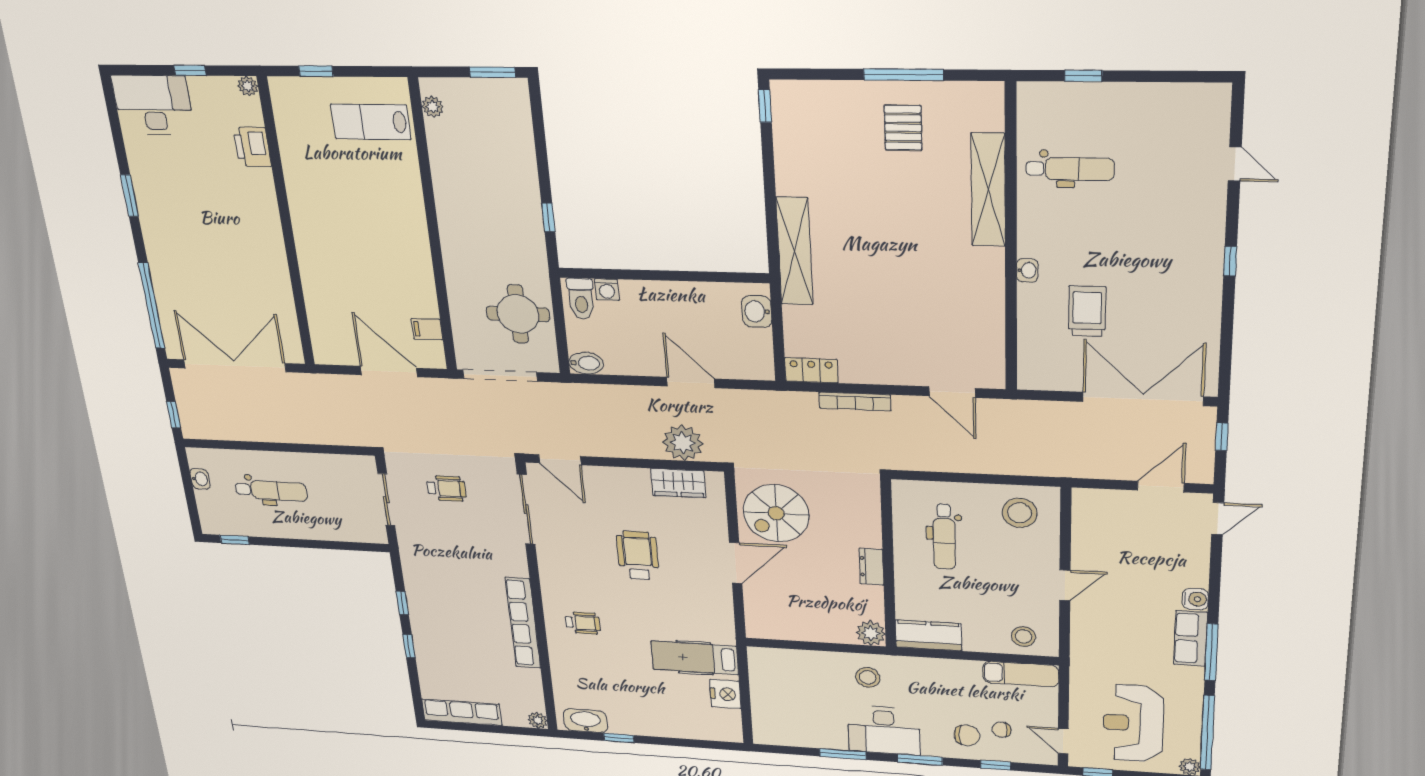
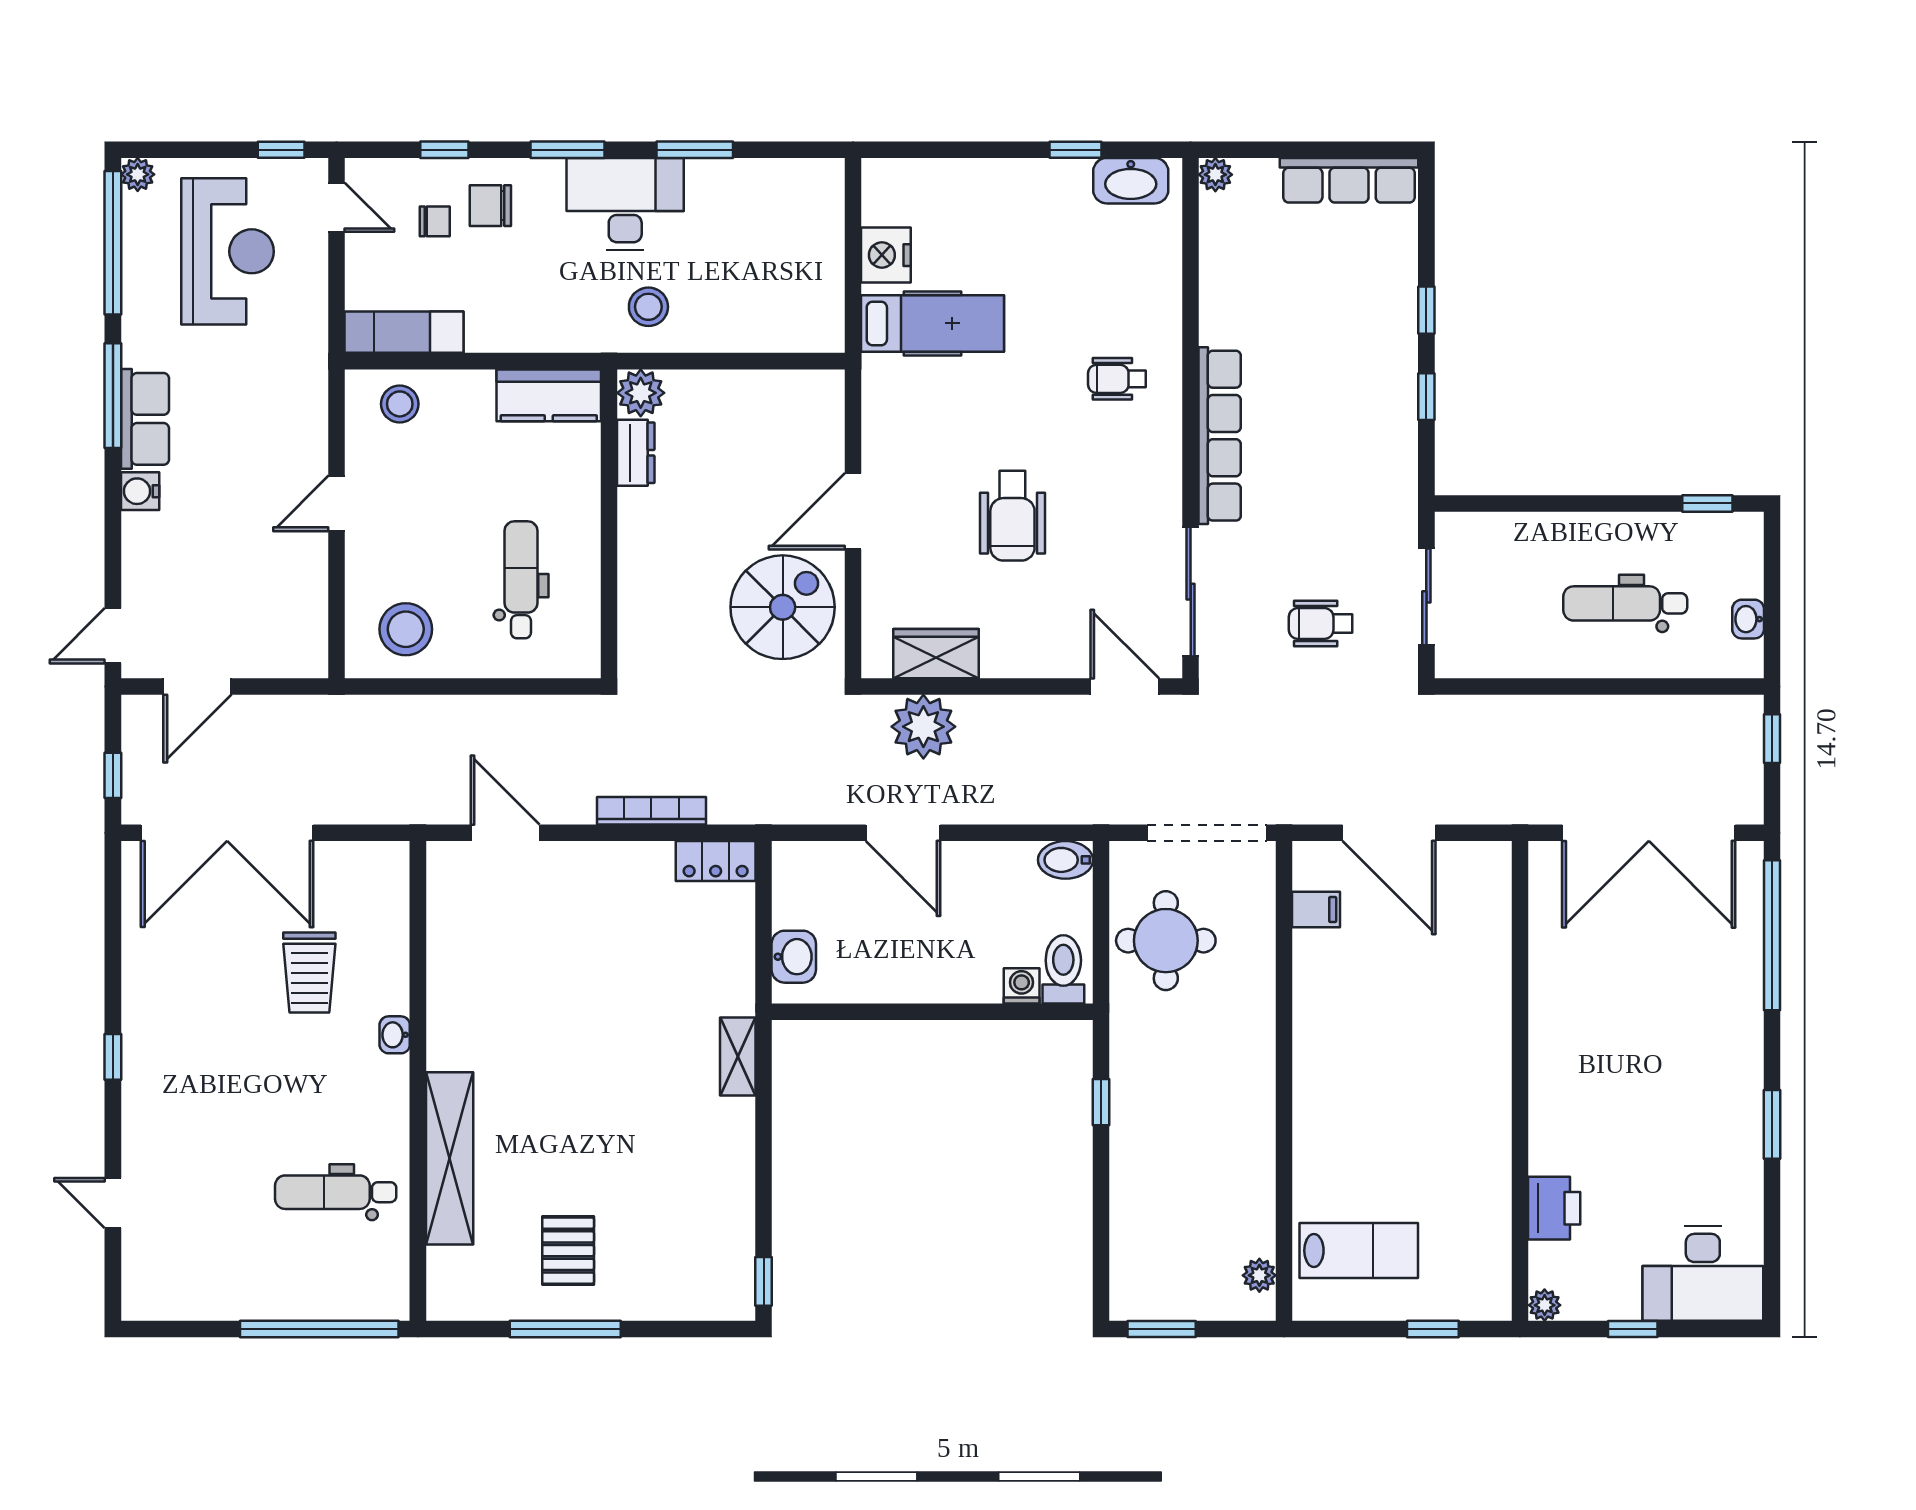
window: (1083, 76) -> (319, 1329), width x3.17
shelving: (794, 251) -> (738, 1056), width x0.45, depth x0.75
dresser: (871, 567) -> (636, 453), moved
row of seats: (523, 623) -> (1220, 436), moved

